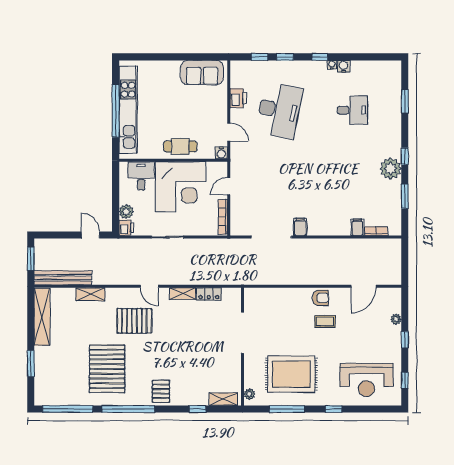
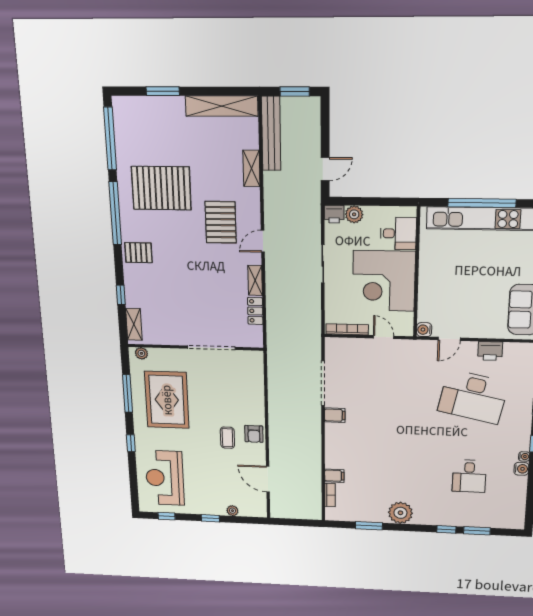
cafe table: (180, 146) -> (434, 282), removed
window: (405, 156) -> (446, 529), moved

